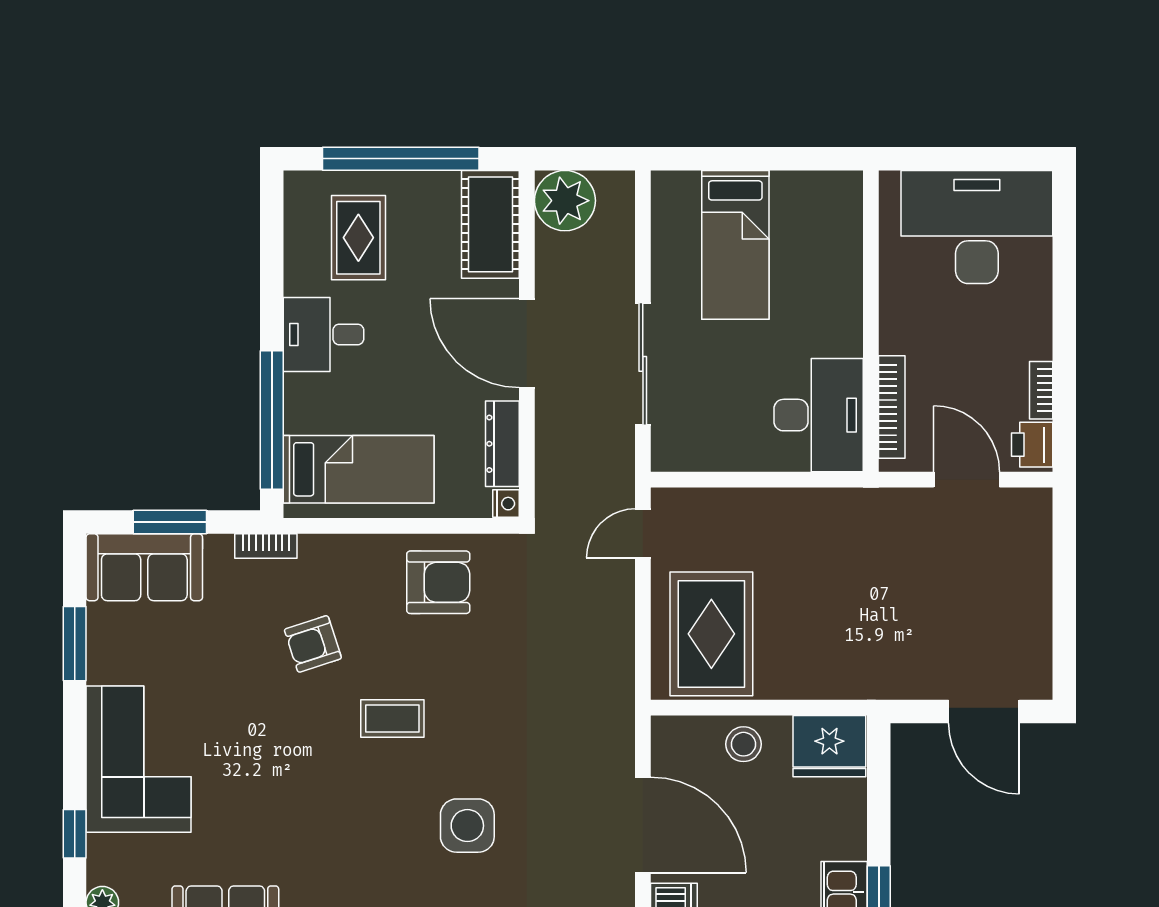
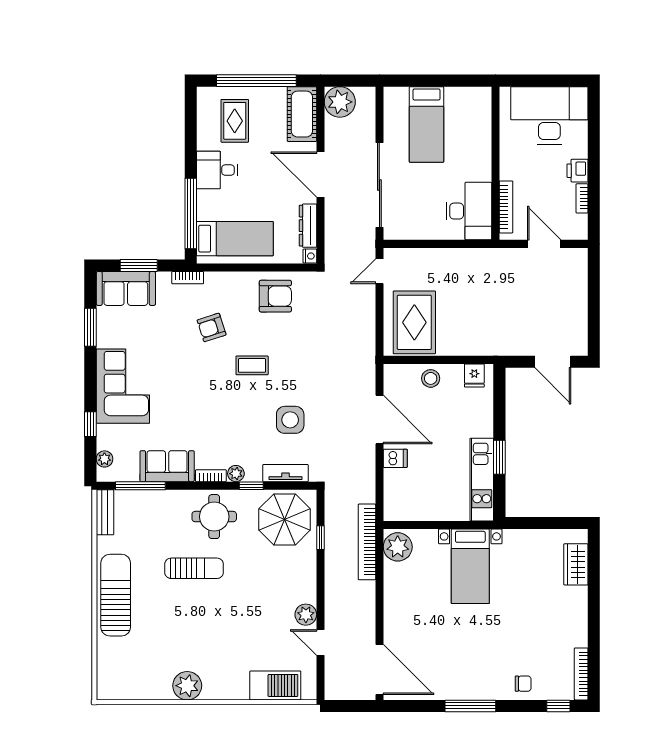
sliding door: (643, 364) -> (379, 185), width x1.36
printer: (1032, 445) -> (577, 171), moved
fridge: (829, 746) -> (474, 375), width x0.53, depth x0.75

